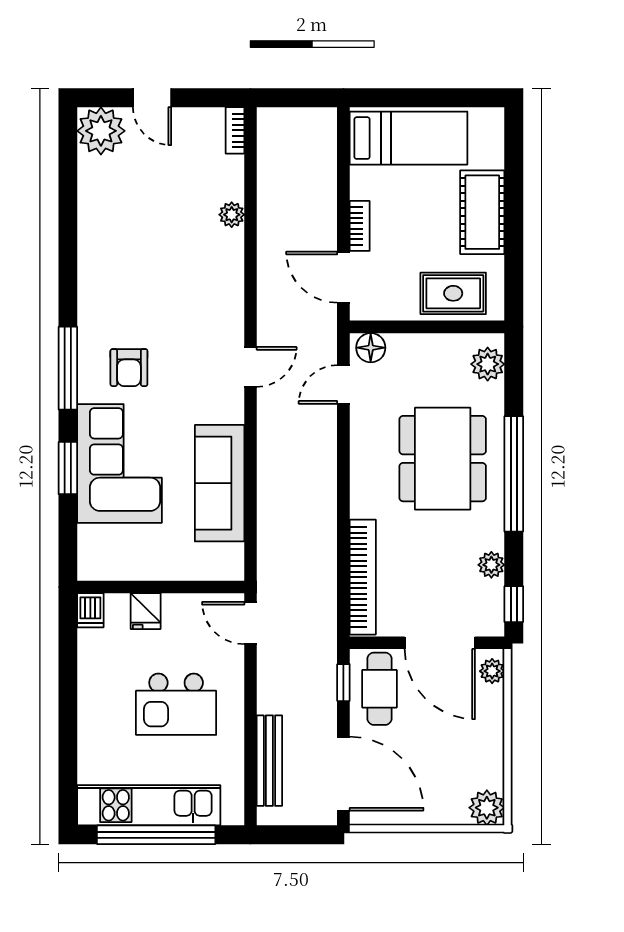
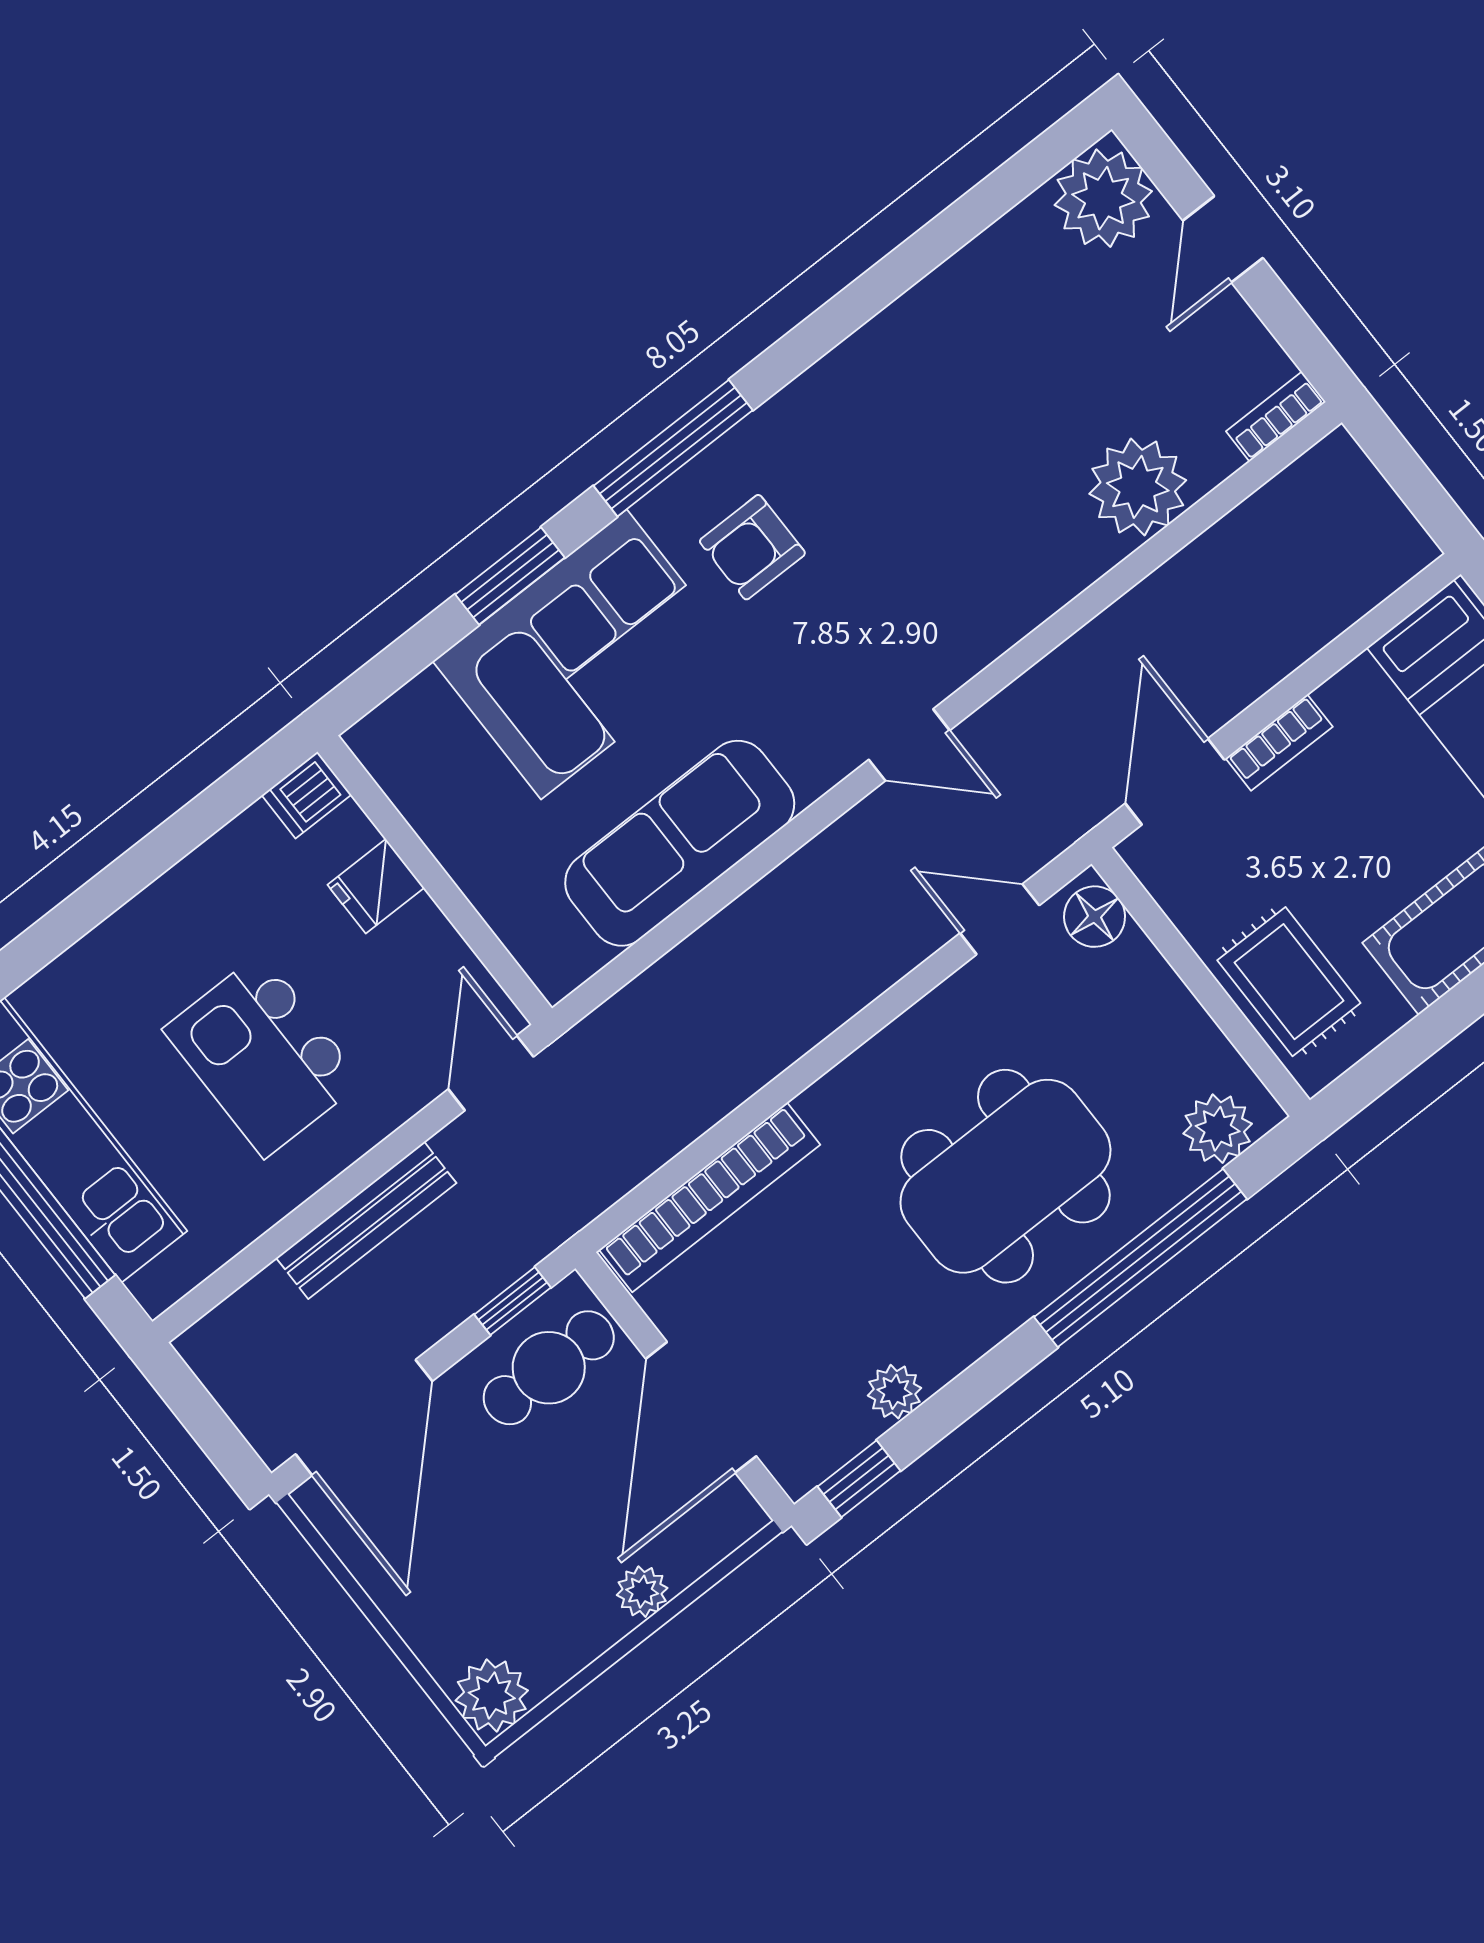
plant: (232, 215) -> (1138, 487), width x1.87, depth x1.87
window: (514, 474) -> (1140, 1258), moved
plant: (492, 671) -> (642, 1592), moved
bench: (269, 761) -> (366, 1220), moved

